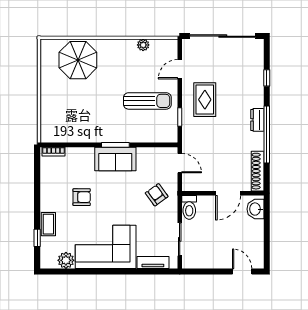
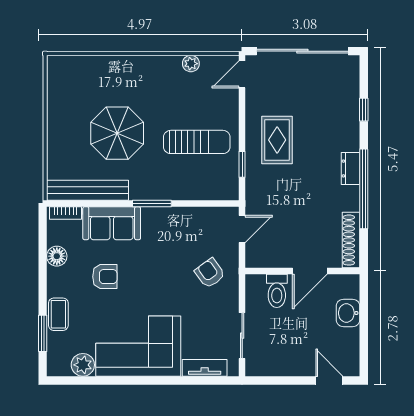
parasol: (78, 60) -> (117, 133), moved
door: (180, 69) -> (242, 74), moved
bench: (69, 135) -> (87, 190), added
sofa: (115, 159) -> (112, 223), moved
door: (180, 163) -> (242, 229), hinge flipped
floor lamp: (47, 183) -> (57, 256), added
toilet: (189, 207) -> (277, 291), moved
washbasin: (255, 209) -> (348, 313), moved
window: (37, 238) -> (43, 333), width x1.50

